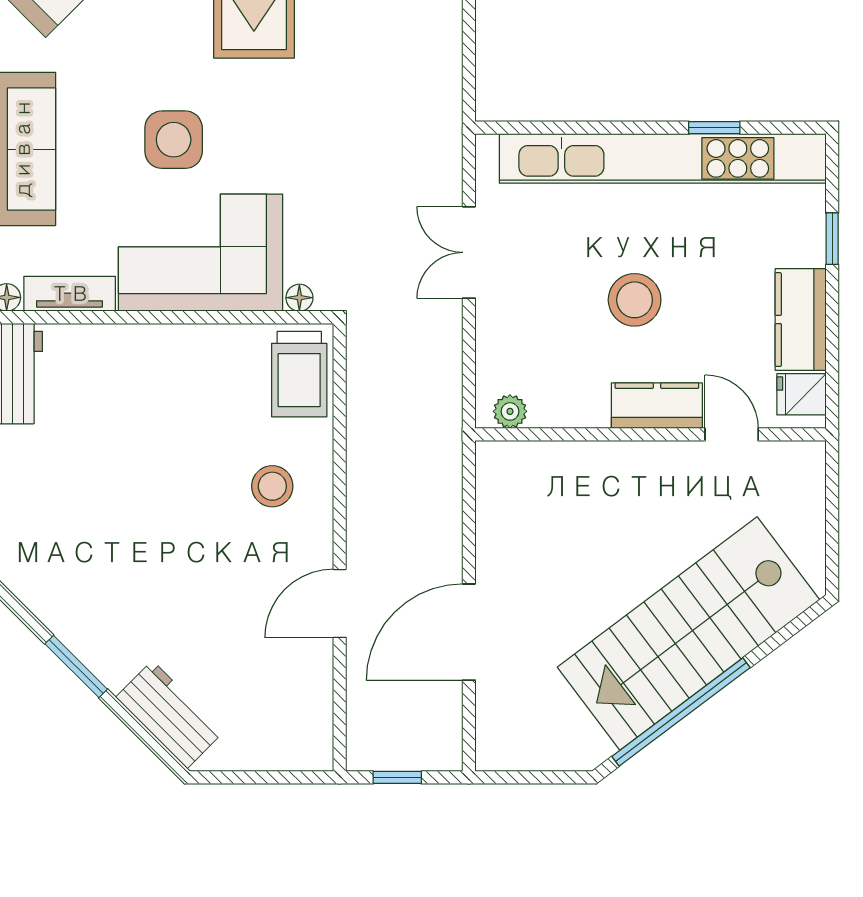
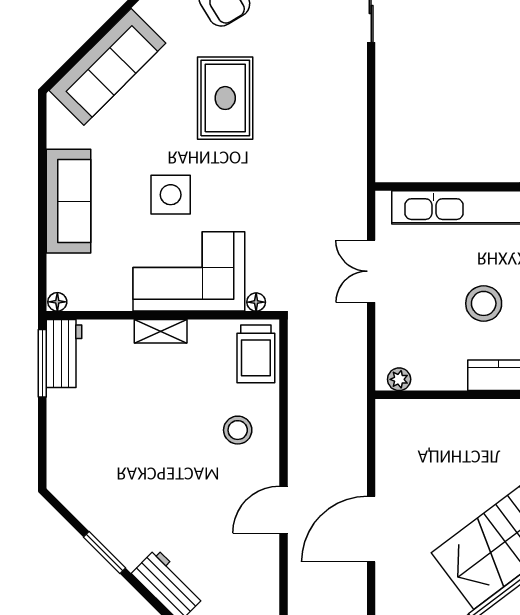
tv unit: (70, 294) -> (100, 299), removed
shelving: (159, 341) -> (161, 331), added

